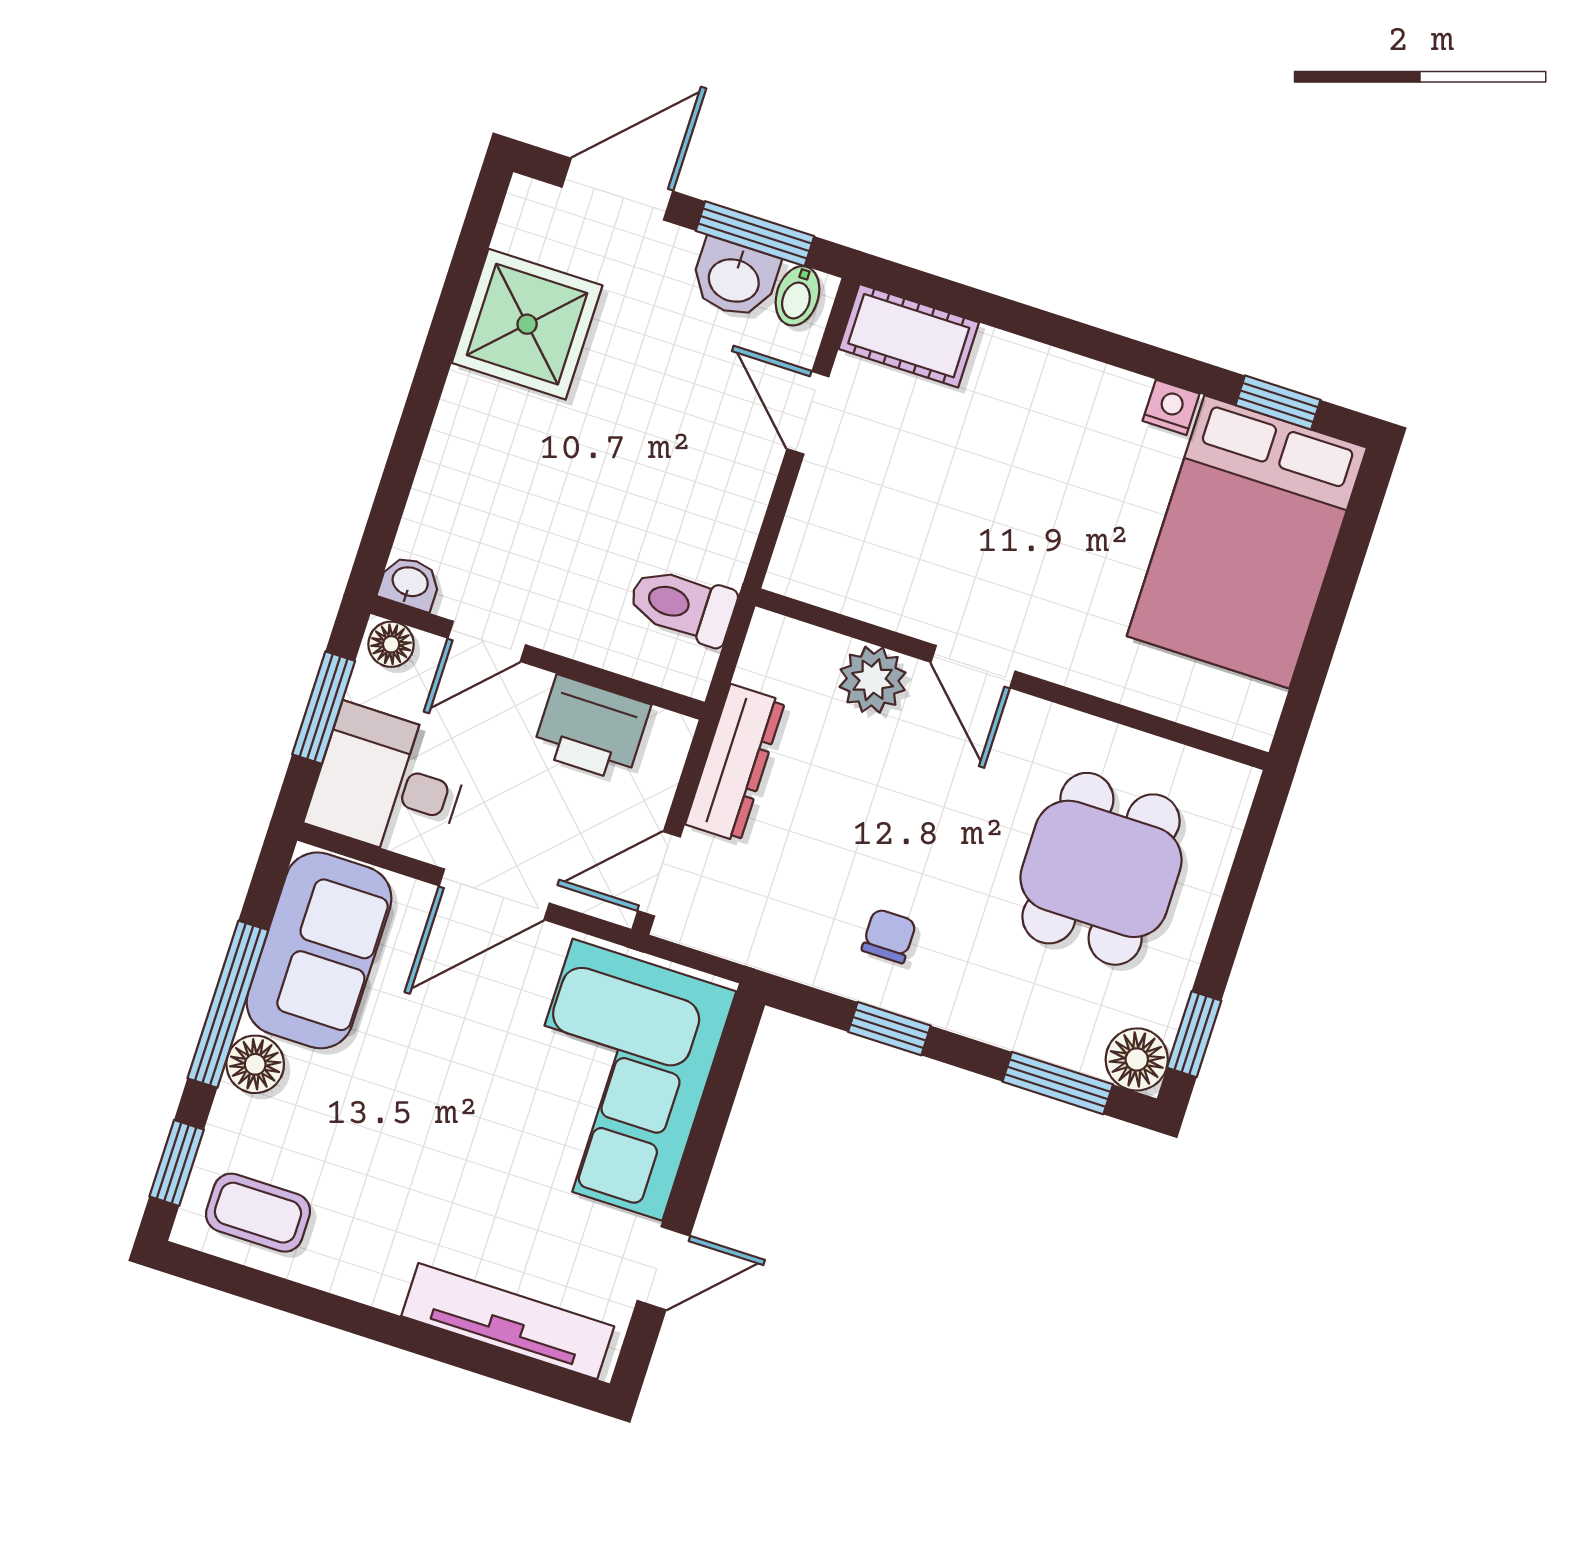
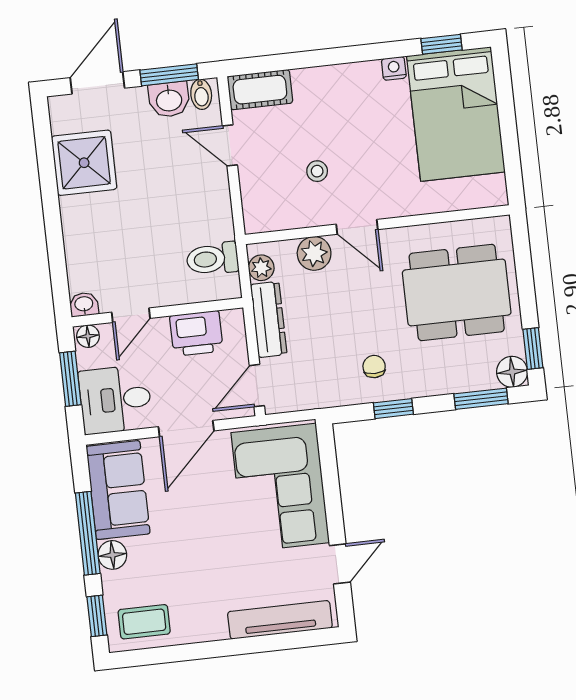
stool: (946, 532) -> (317, 171), added
plant: (764, 662) -> (261, 268), added
dining table: (1101, 869) -> (457, 293), width x1.38

